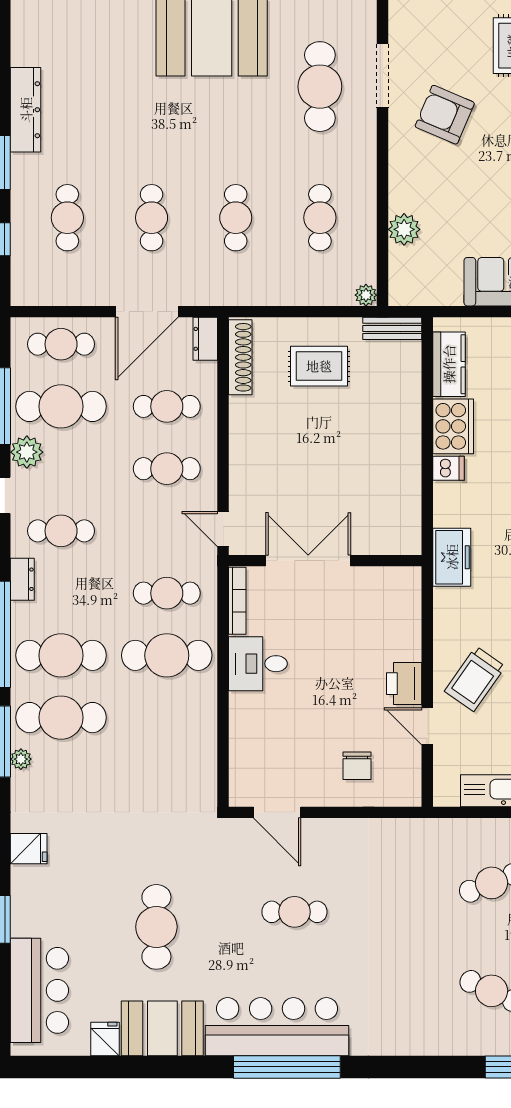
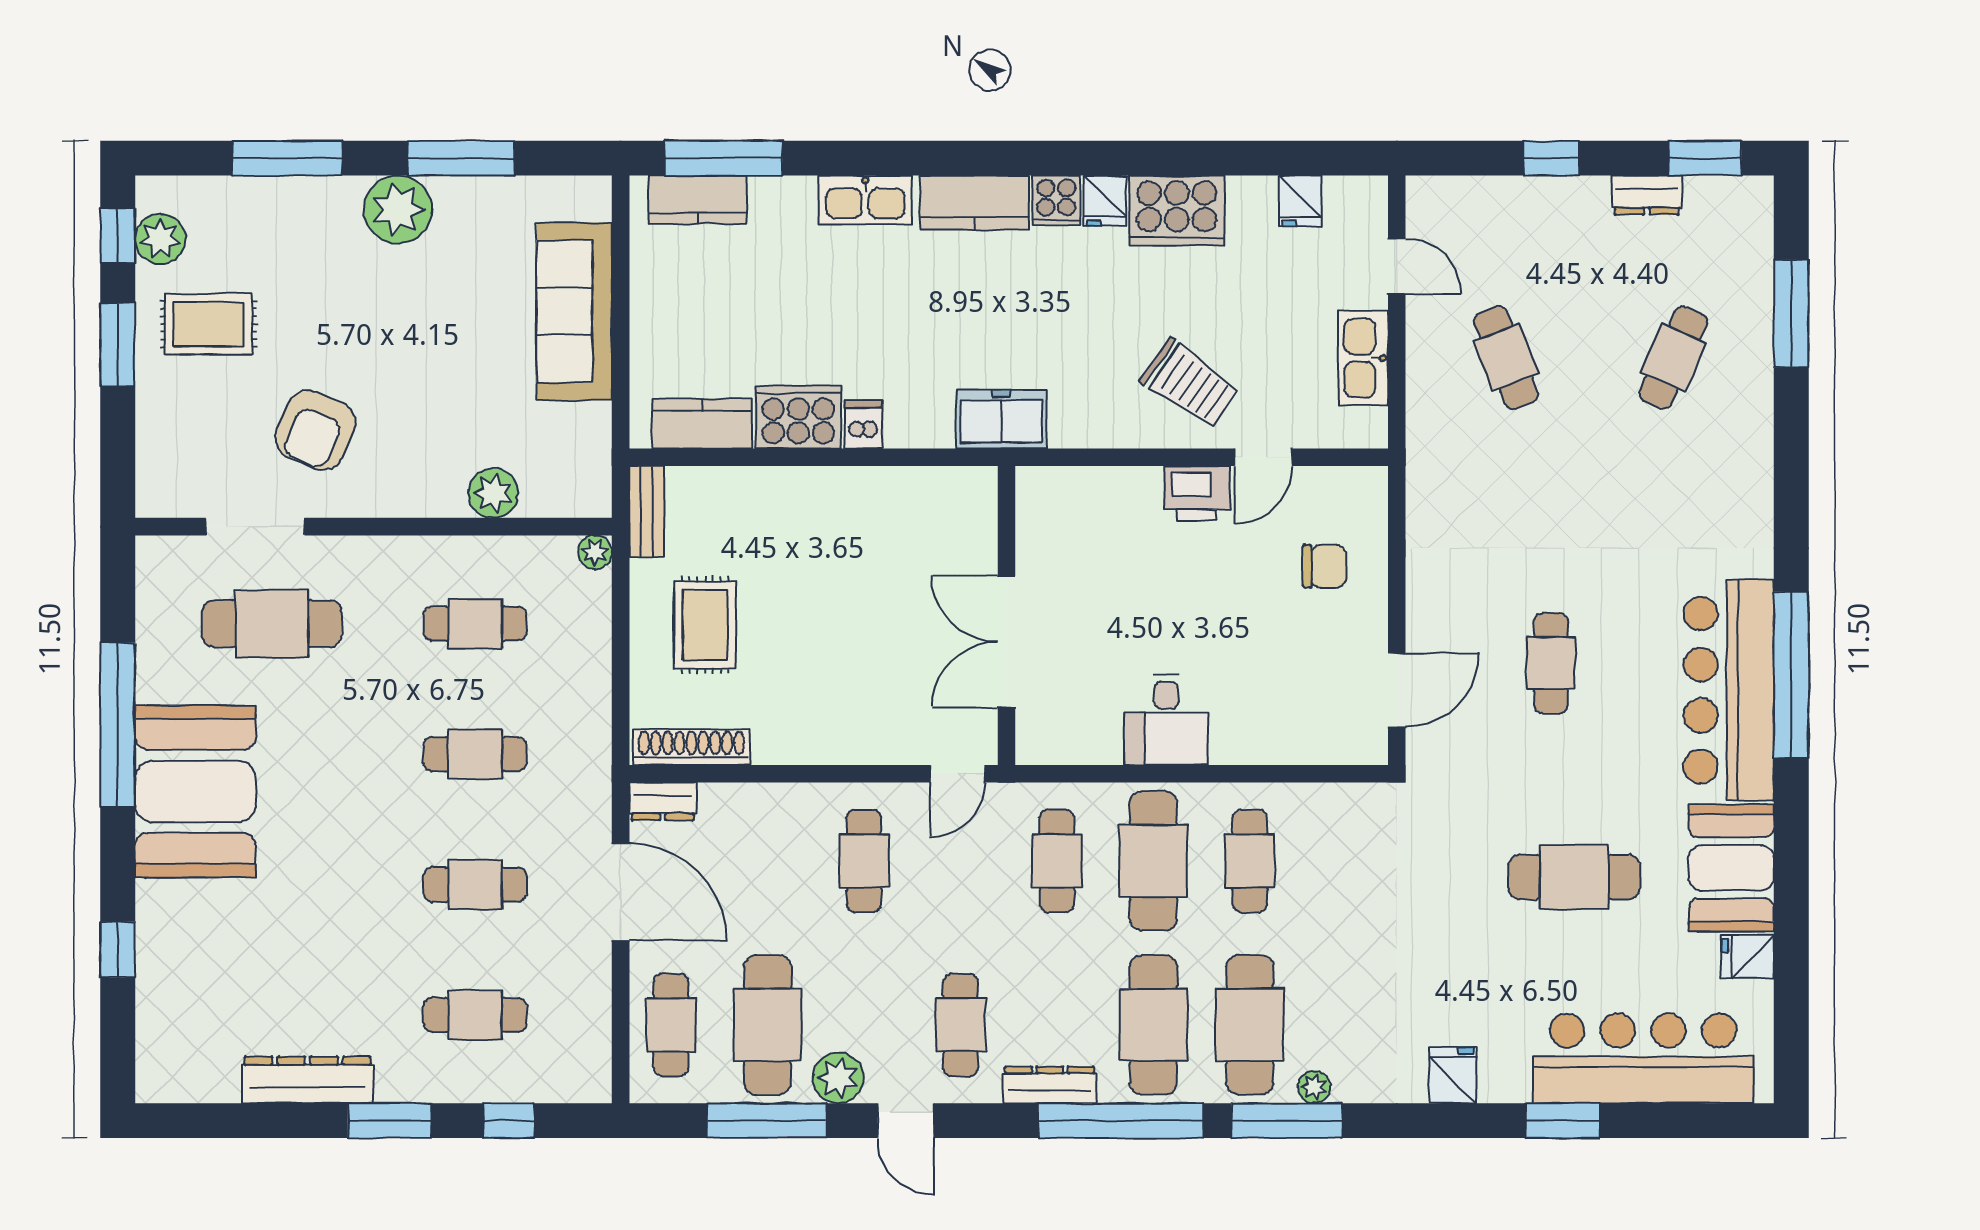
cafe table: (167, 406) -> (1250, 861), moved
dresser: (22, 579) -> (1050, 1085), width x1.44
bookcase: (237, 601) -> (1069, 752), removed
bar counter: (39, 990) -> (1643, 1058), width x1.36

